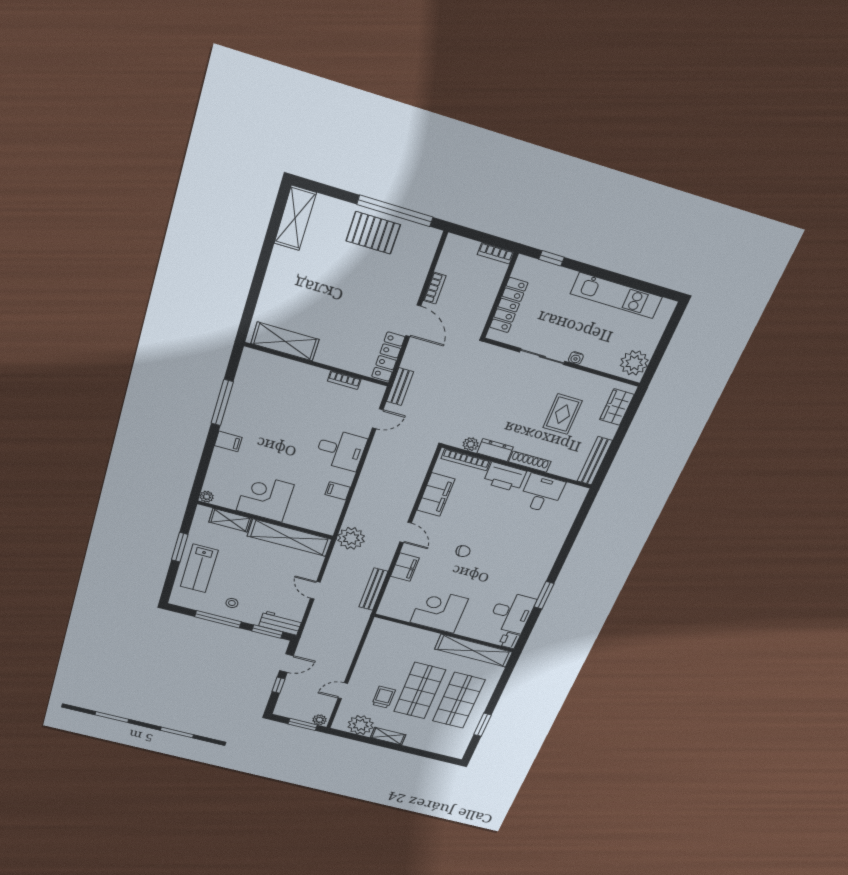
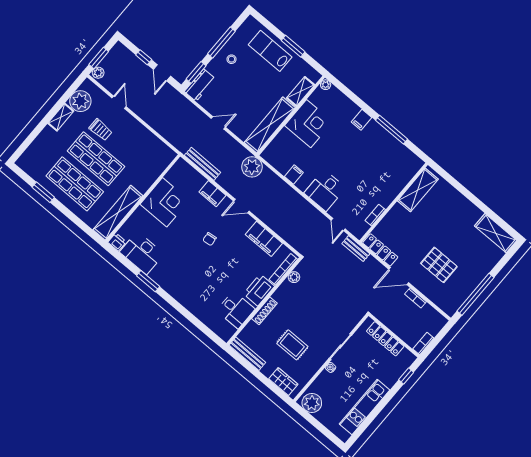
pallet: (373, 233) -> (439, 265), moved, turned 90
dresser: (495, 450) -> (283, 291), removed

